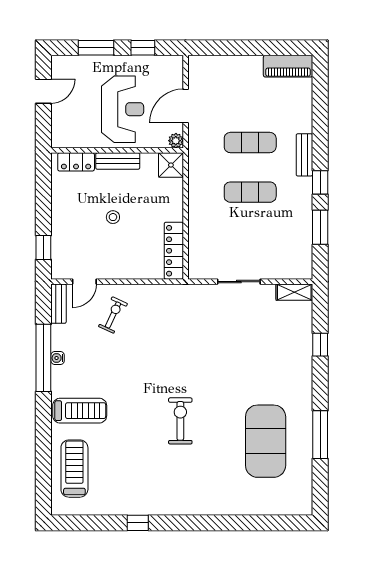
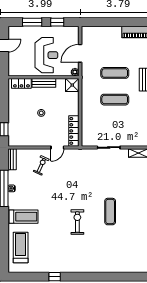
door: (84, 282) -> (57, 147), moved
exercise mat: (266, 441) -> (110, 212), moved, width x0.50, depth x0.69

